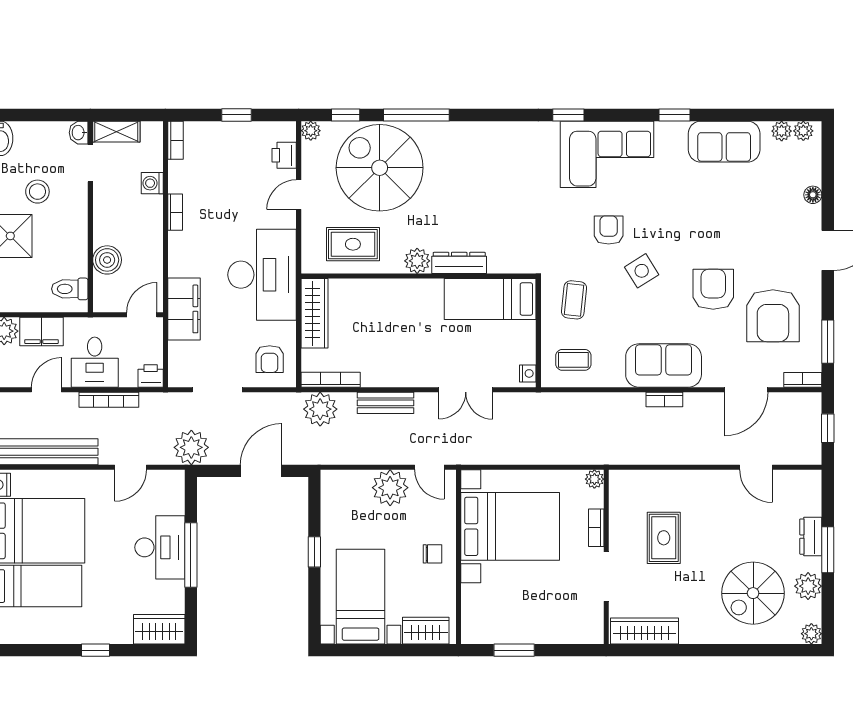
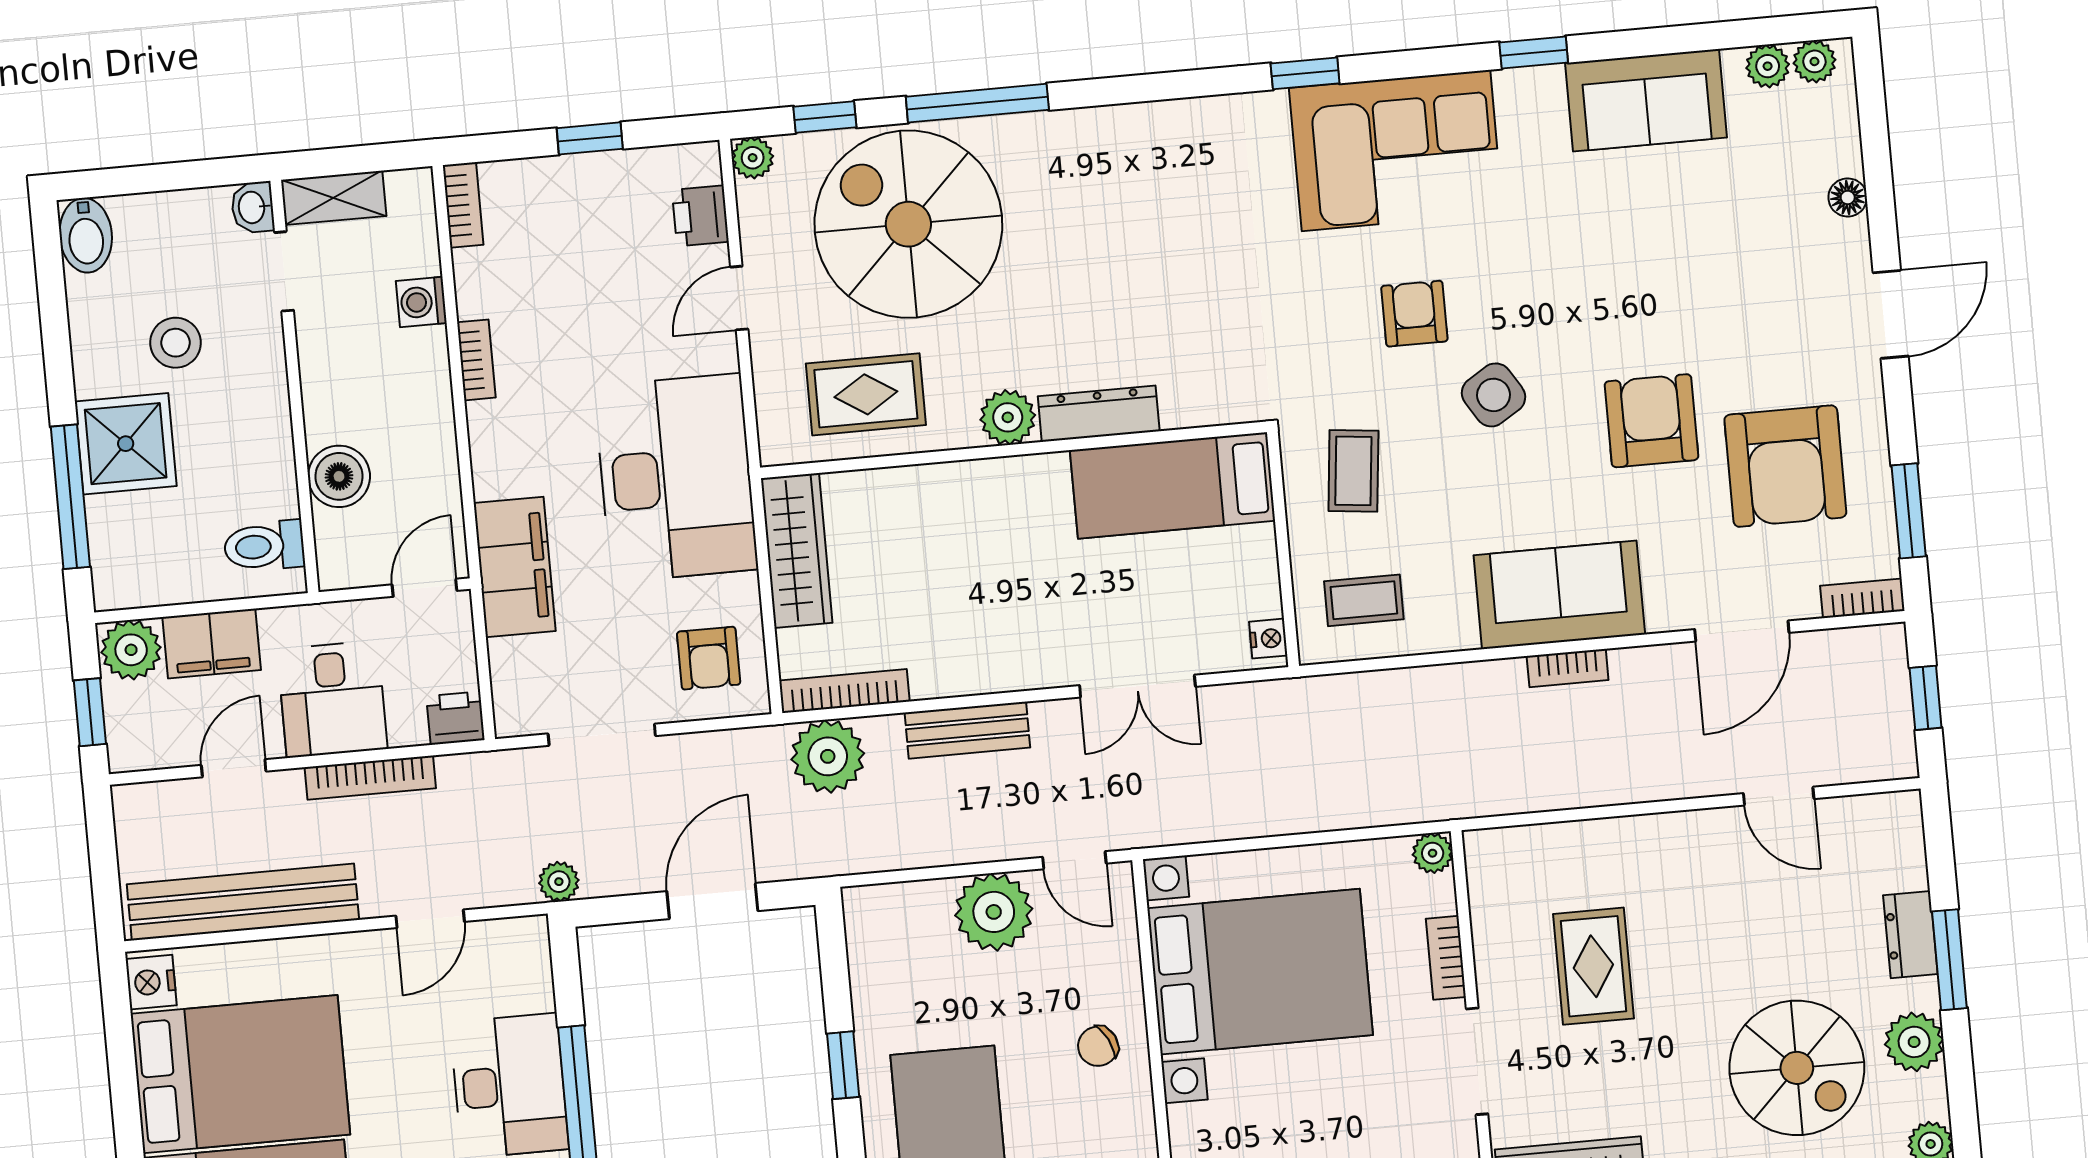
plant: (191, 447) -> (559, 882), width x0.53, depth x0.53
chair: (432, 554) -> (1098, 1046), turned 153
spiral stairs: (753, 593) -> (1797, 1068), turned -90

